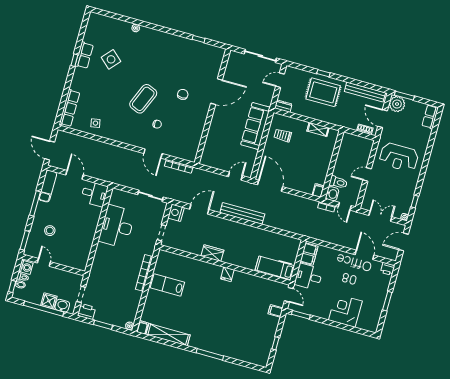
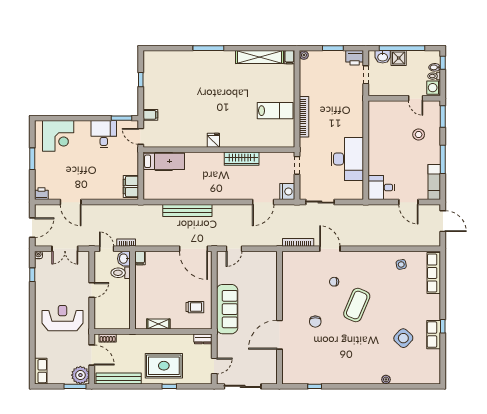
bench: (242, 213) -> (187, 211), moved
wardrobe: (212, 253) -> (242, 159), width x1.50
desk: (309, 277) -> (104, 134), moved, turned -90
corner desk: (345, 311) -> (58, 136), moved

